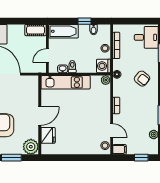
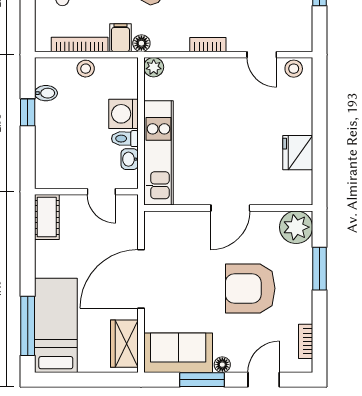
bathtub: (63, 31) -> (49, 157), removed
washing machine: (103, 66) -> (123, 114), moved, turned 90
door: (40, 116) -> (230, 208), swing flipped
door: (112, 131) -> (262, 55), swing flipped
fridge: (48, 135) -> (298, 153), moved, turned -90
filing cabinet: (120, 149) -> (120, 38), moved

